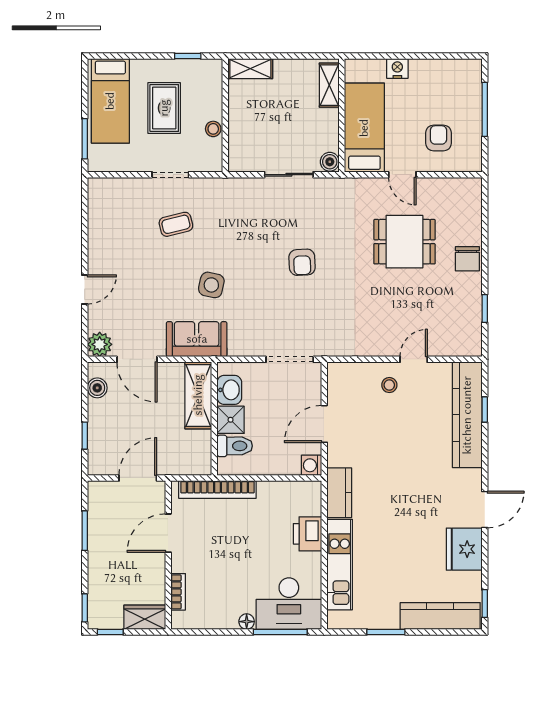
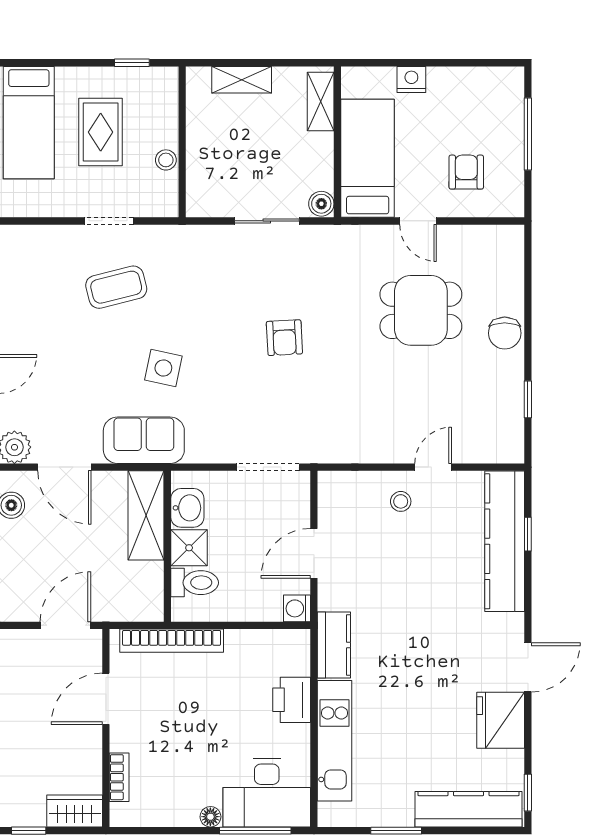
shelving: (250, 69) -> (242, 80), moved
coffee table: (176, 224) -> (116, 287), width x1.36, depth x1.30

